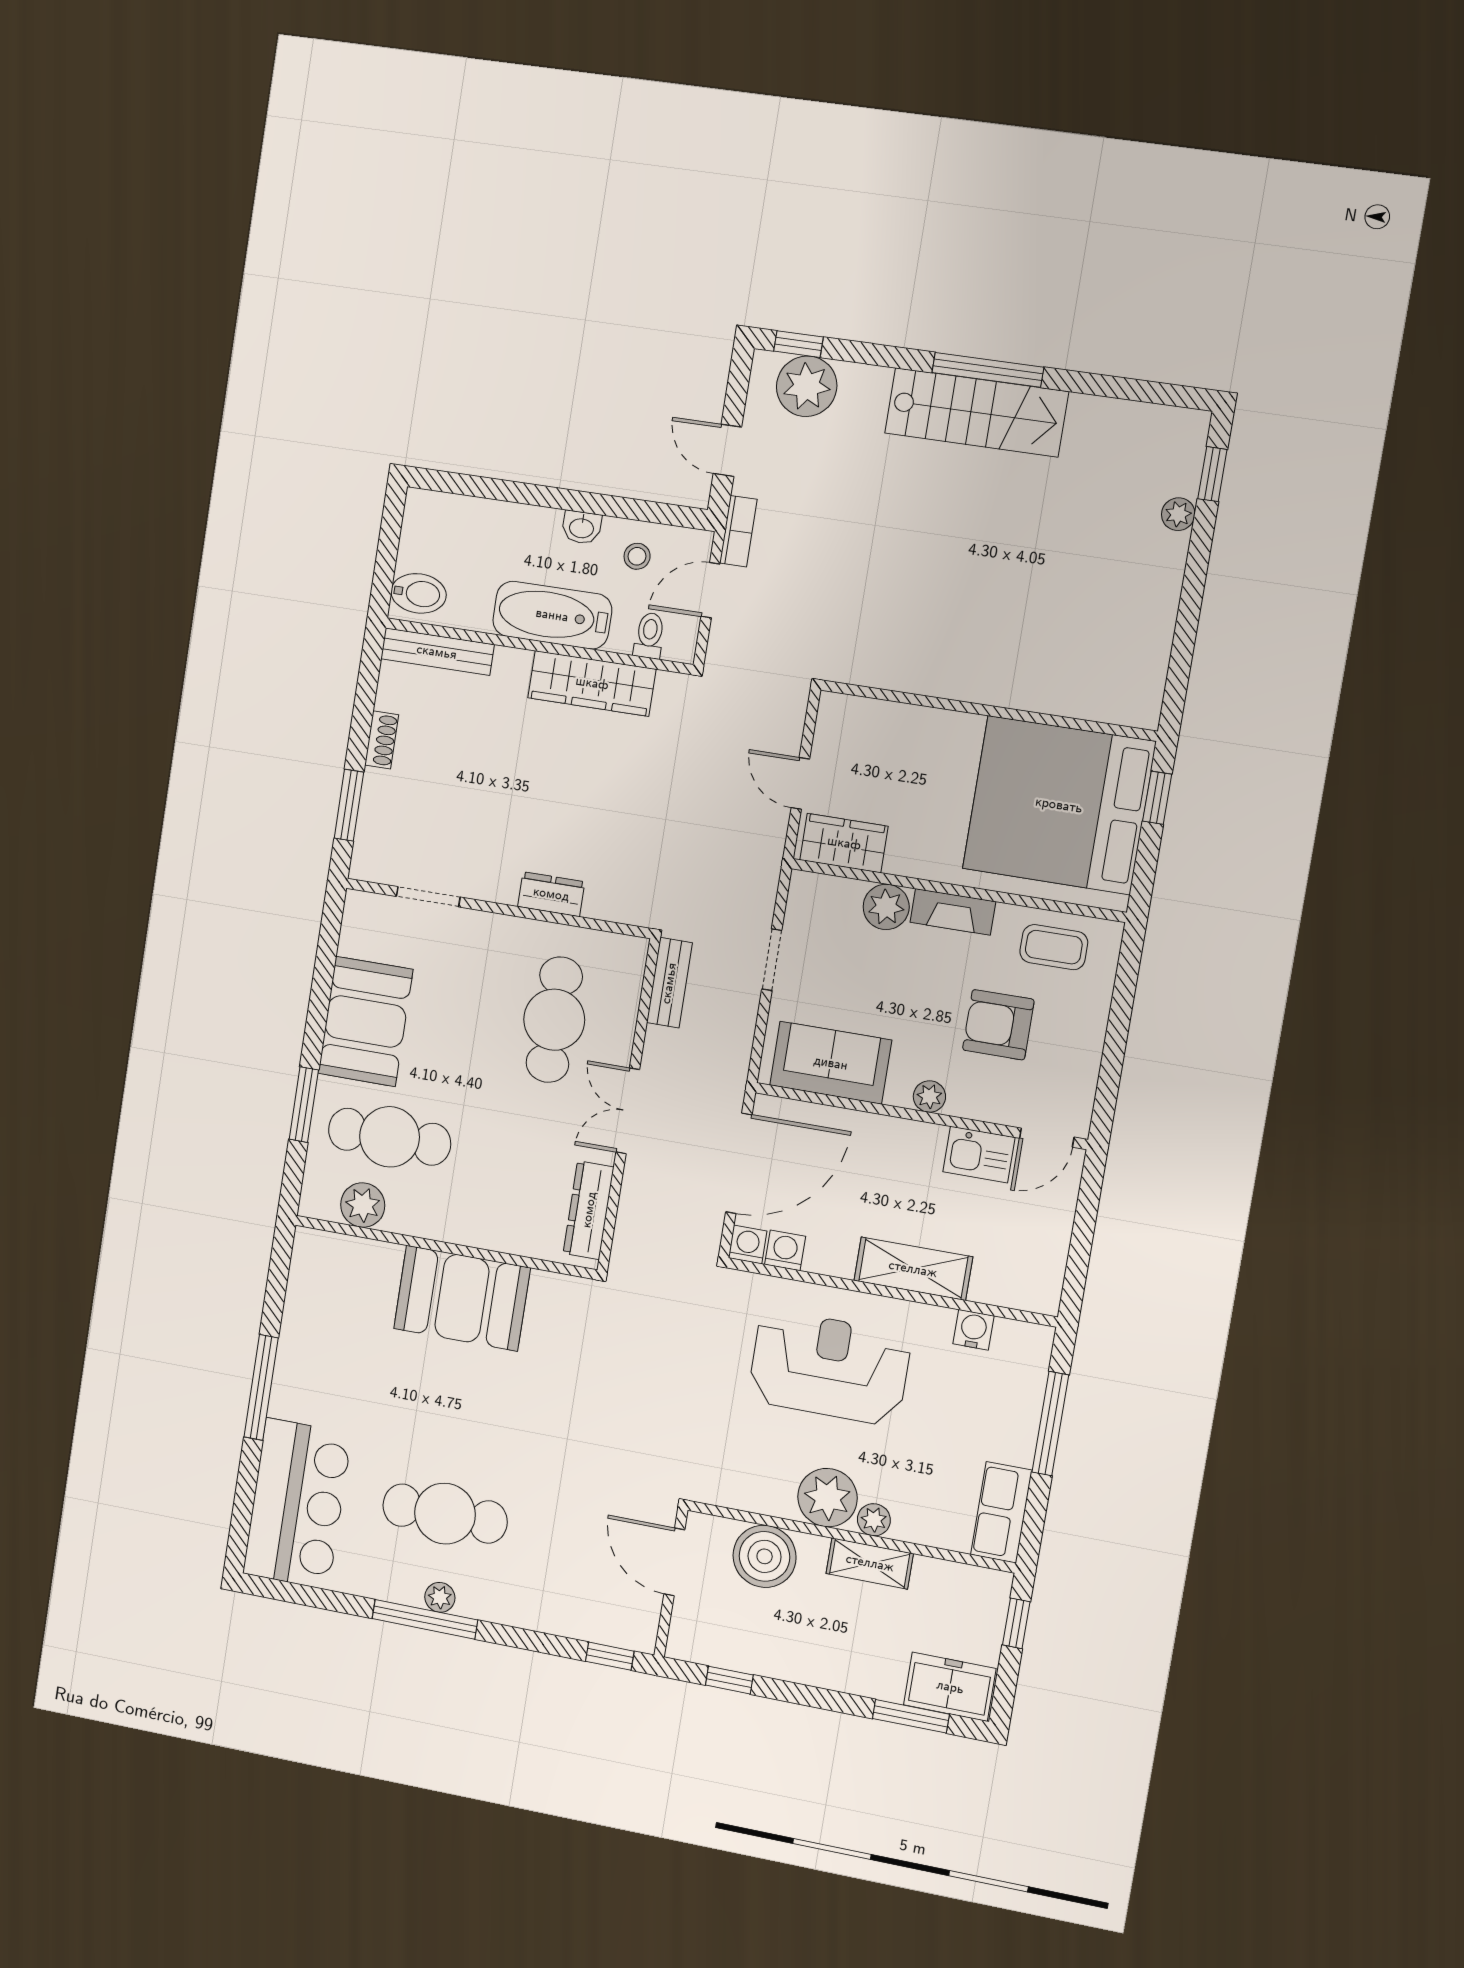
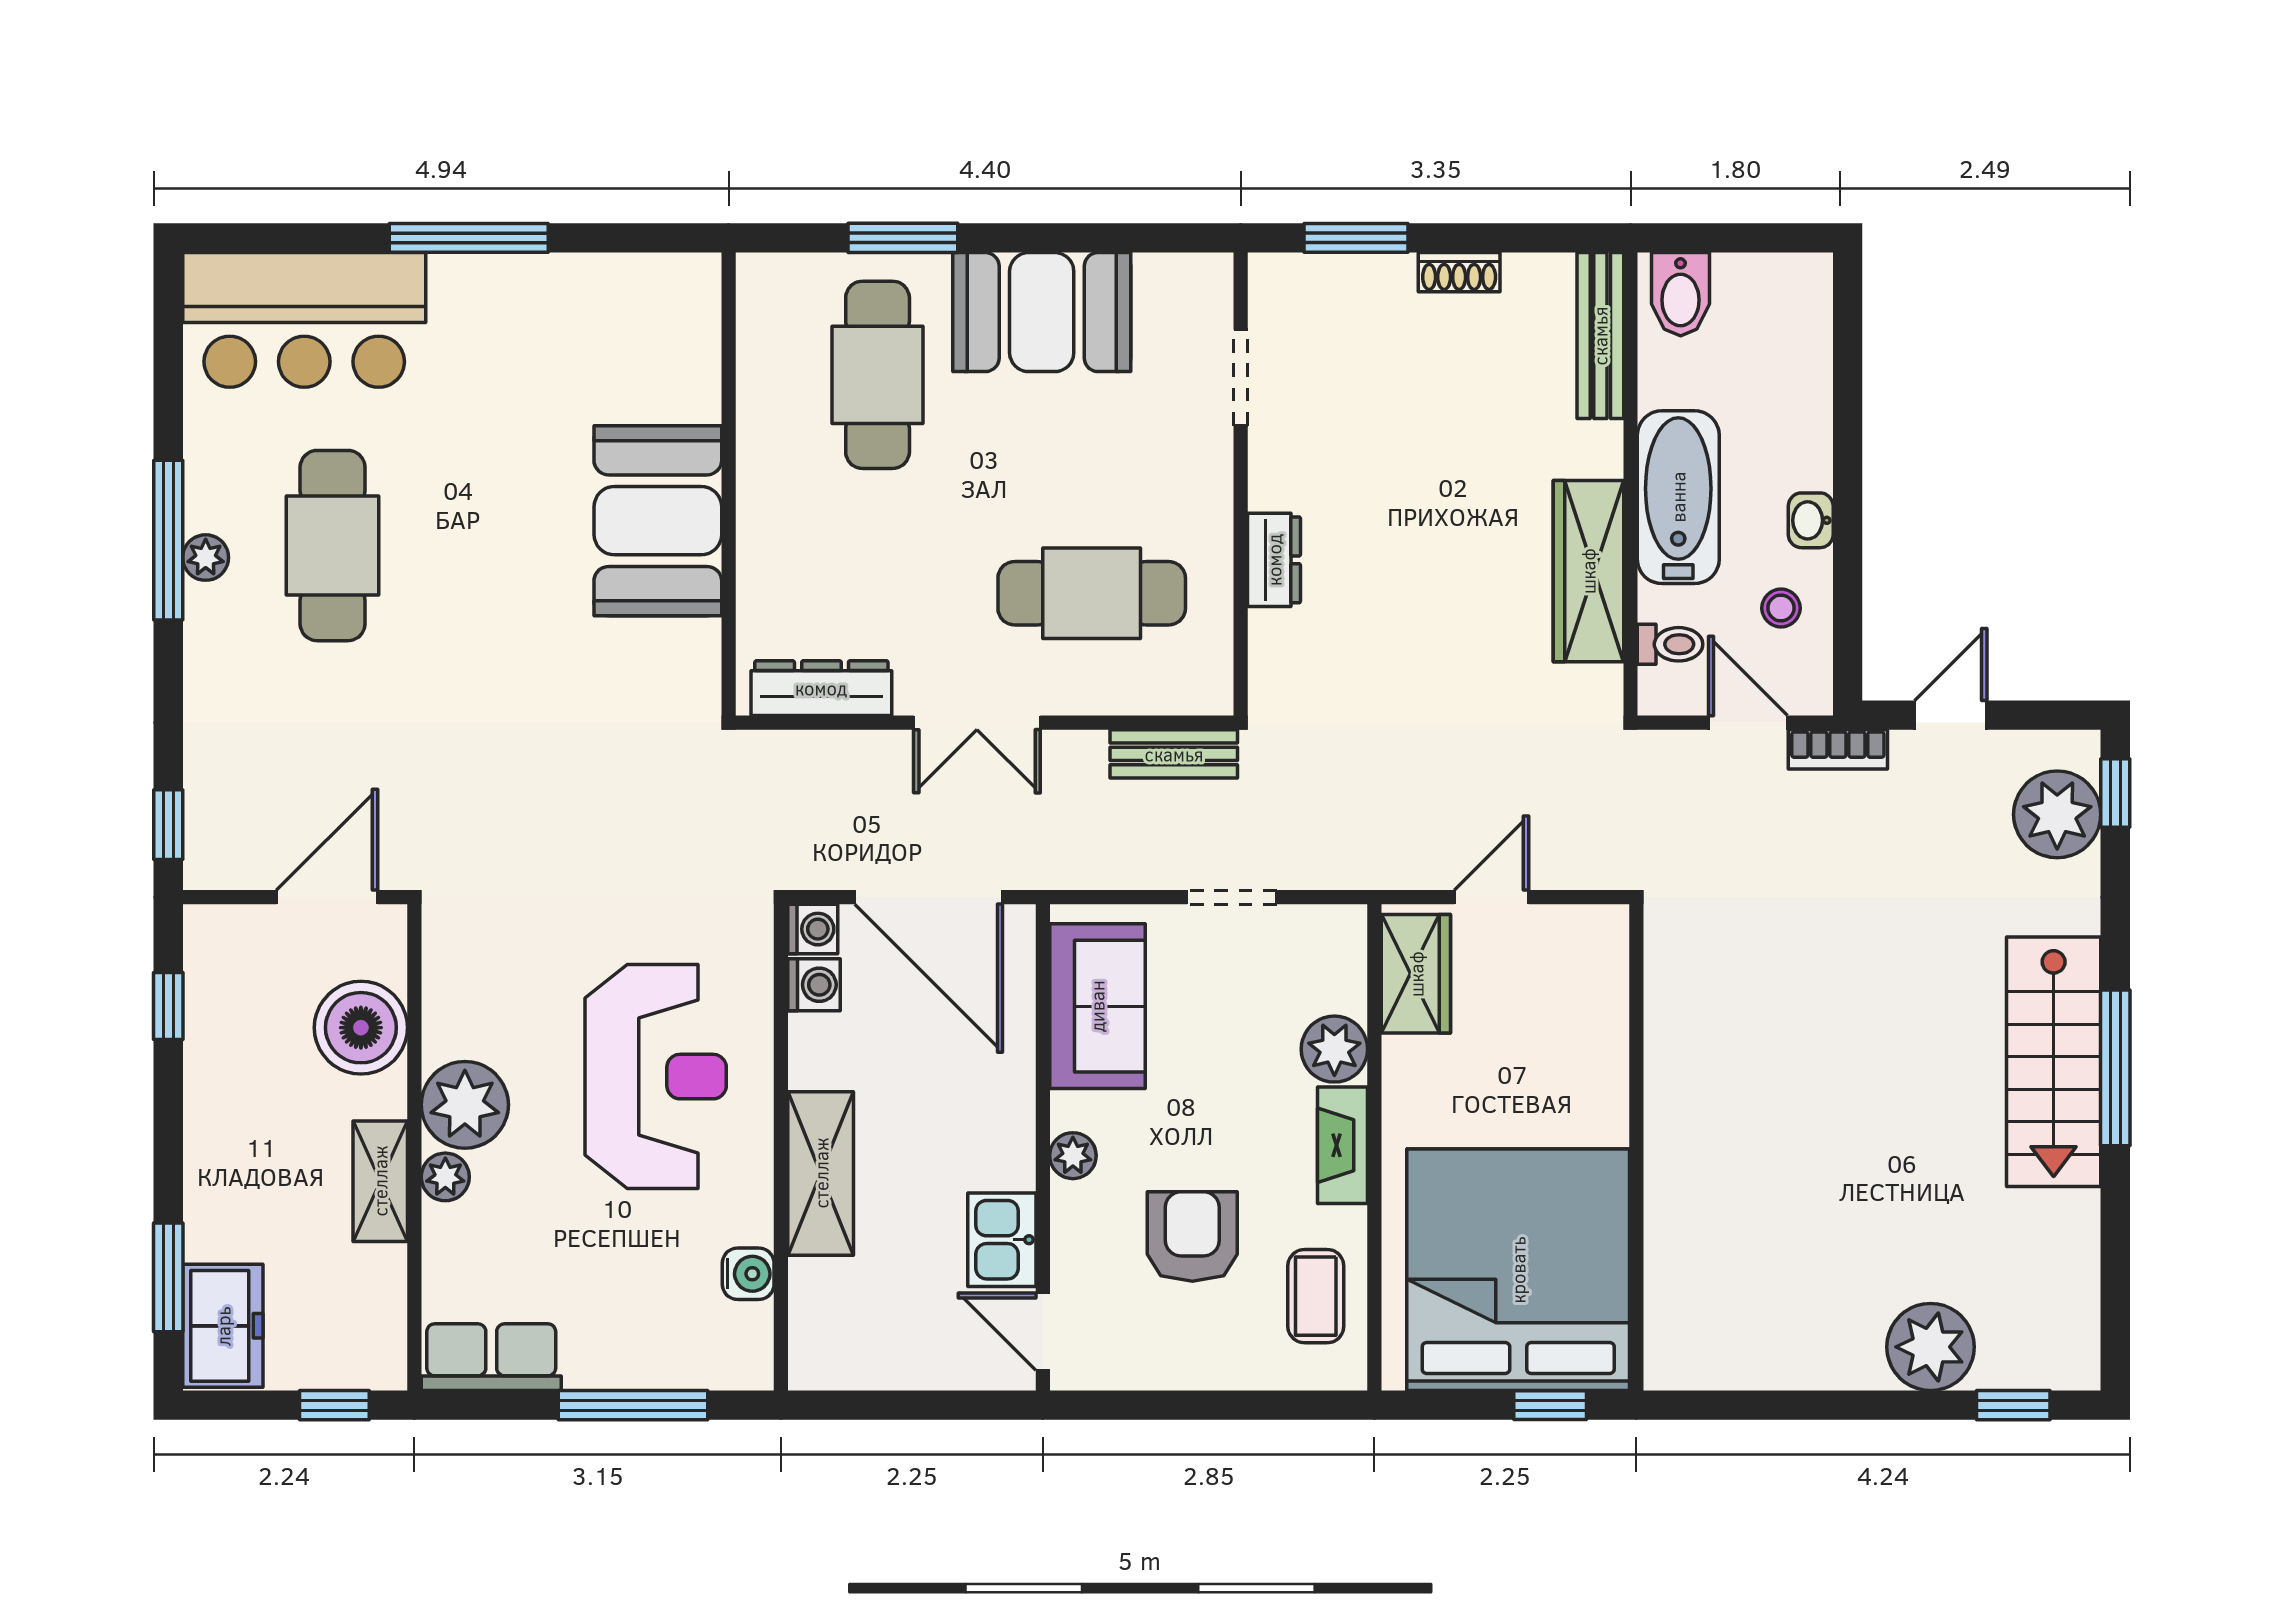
plant: (1178, 514) -> (1931, 1347), width x1.88, depth x1.88
double door: (628, 1111) -> (977, 723), swing flipped
plant: (363, 1205) -> (769, 350), removed

